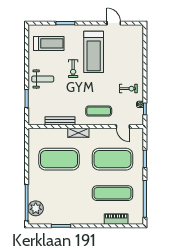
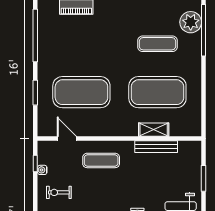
shelving: (78, 133) -> (154, 130), moved
exercise mat: (112, 193) -> (157, 44), moved, width x0.73, depth x0.69

